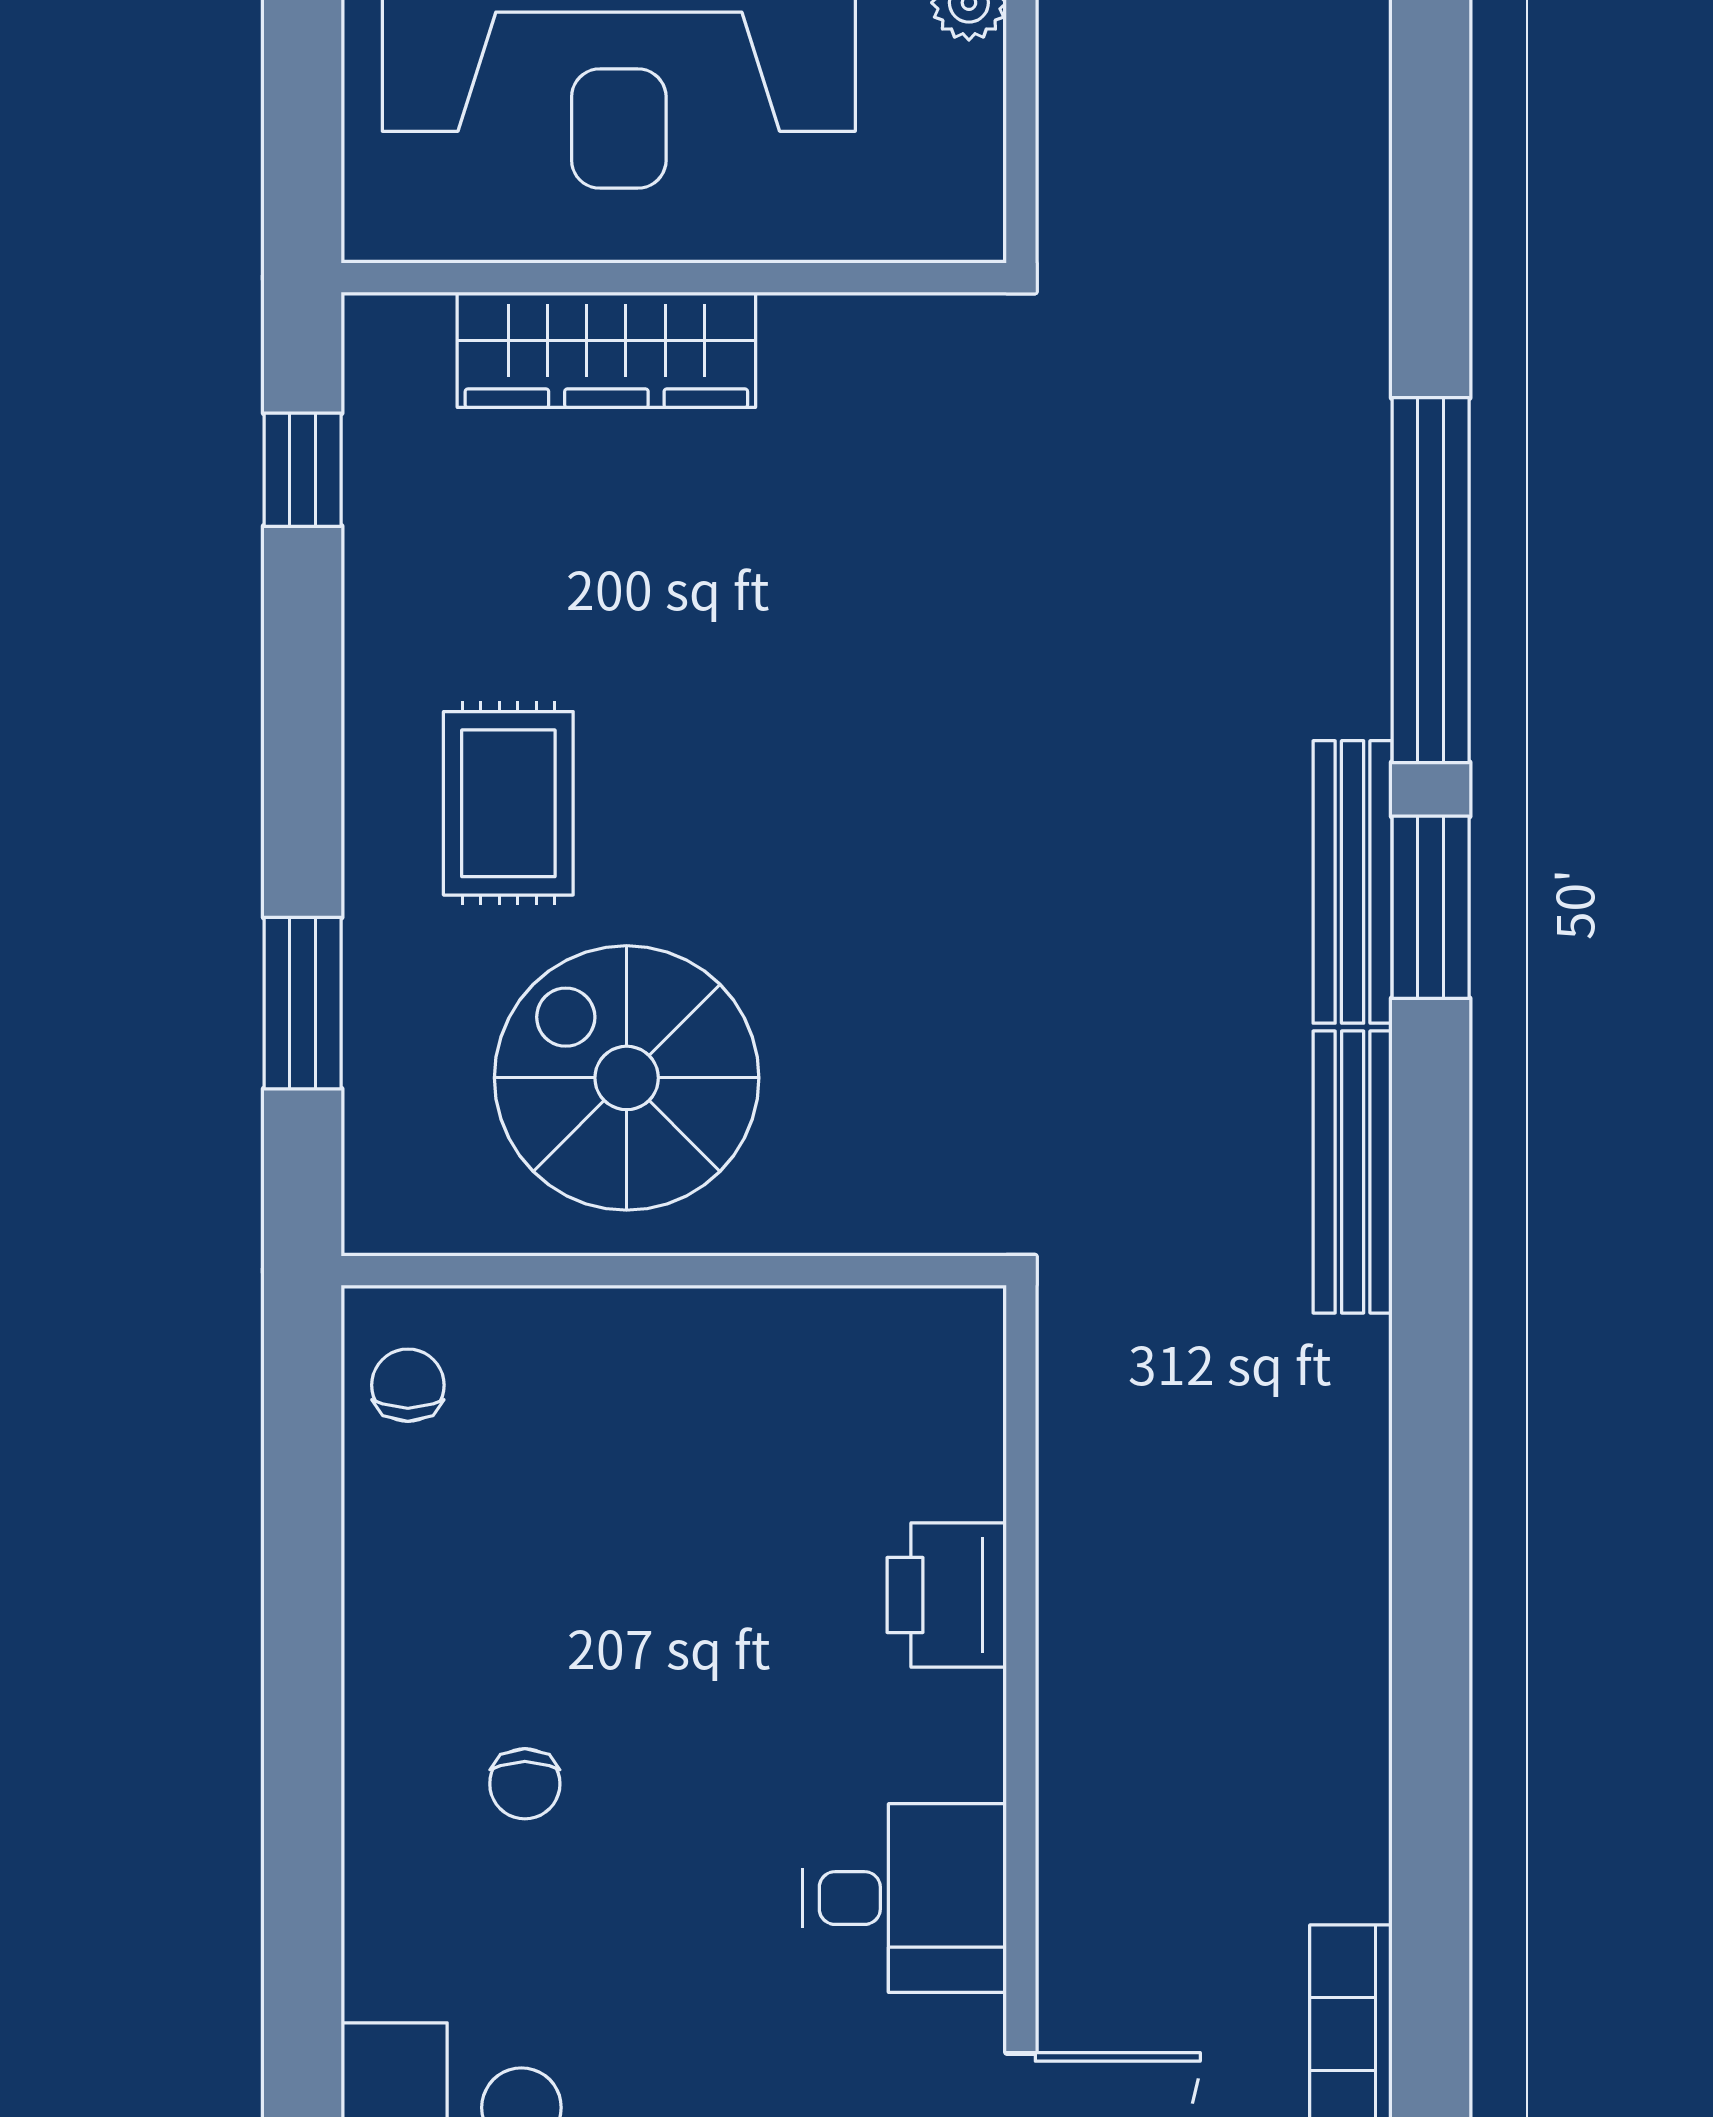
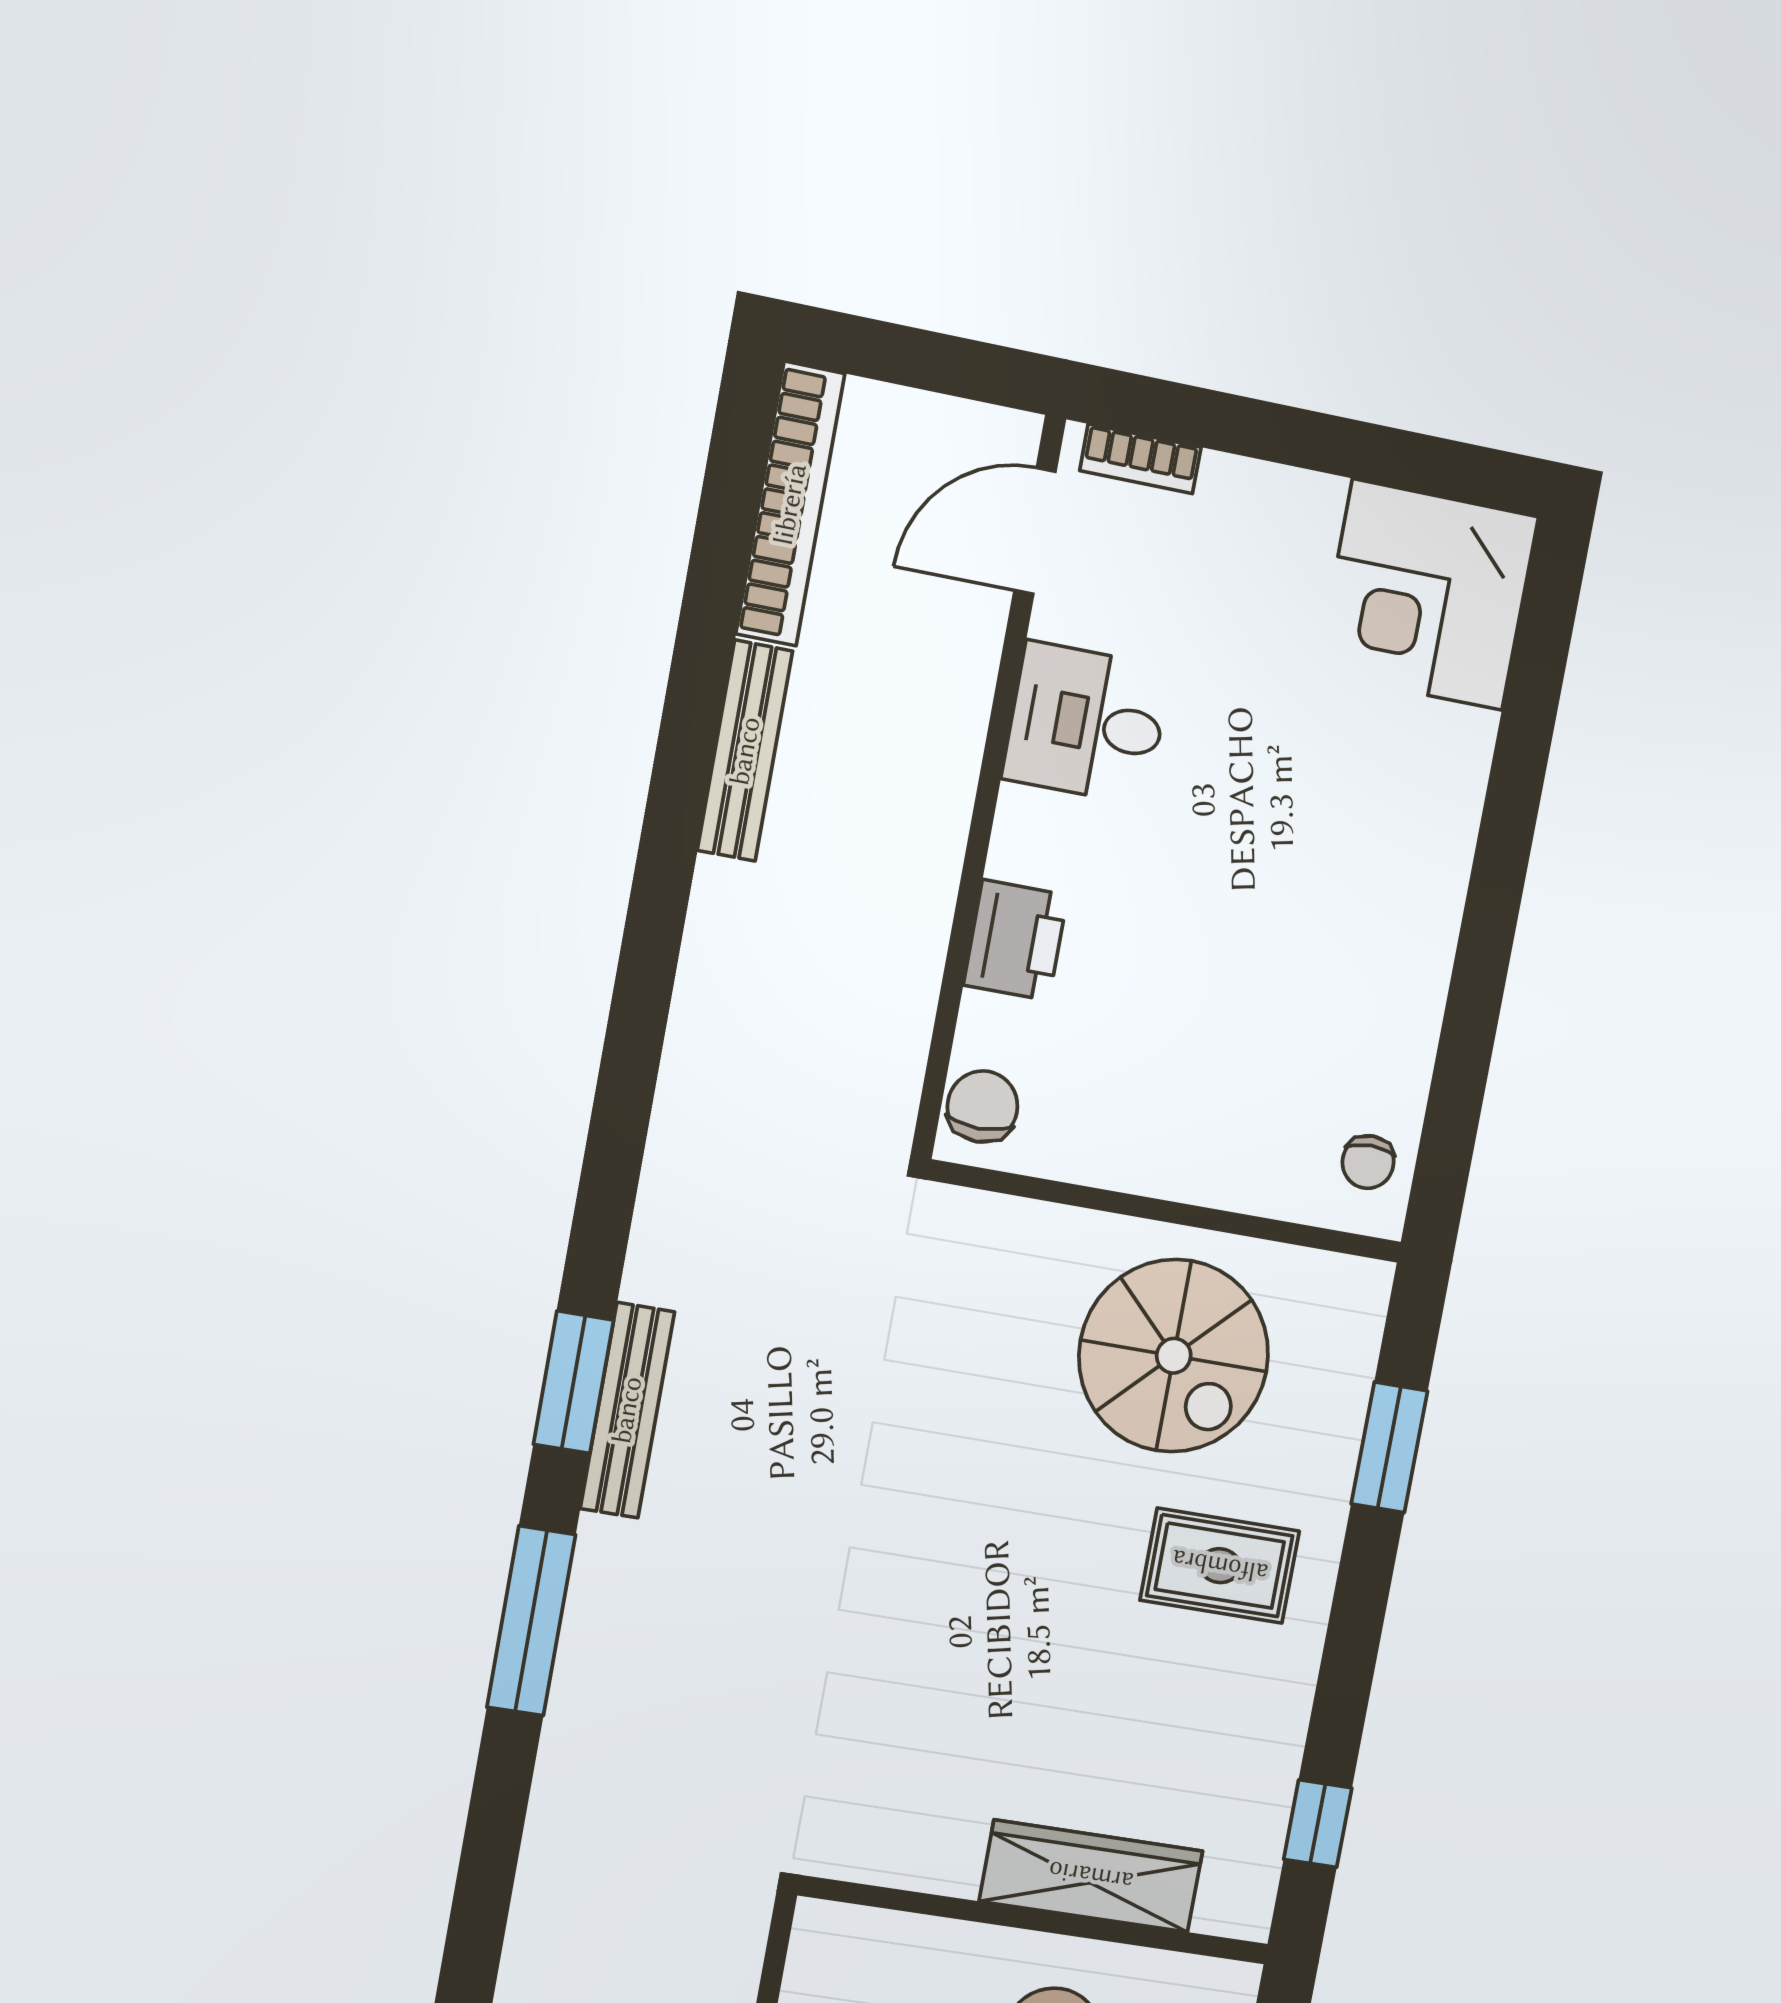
window: (1431, 580) -> (531, 1621), width x0.68
rug: (508, 803) -> (1220, 1566), turned 90
bench: (1353, 1172) -> (745, 751), moved
chair: (525, 1784) -> (983, 1106), moved, width x1.37, depth x1.37

